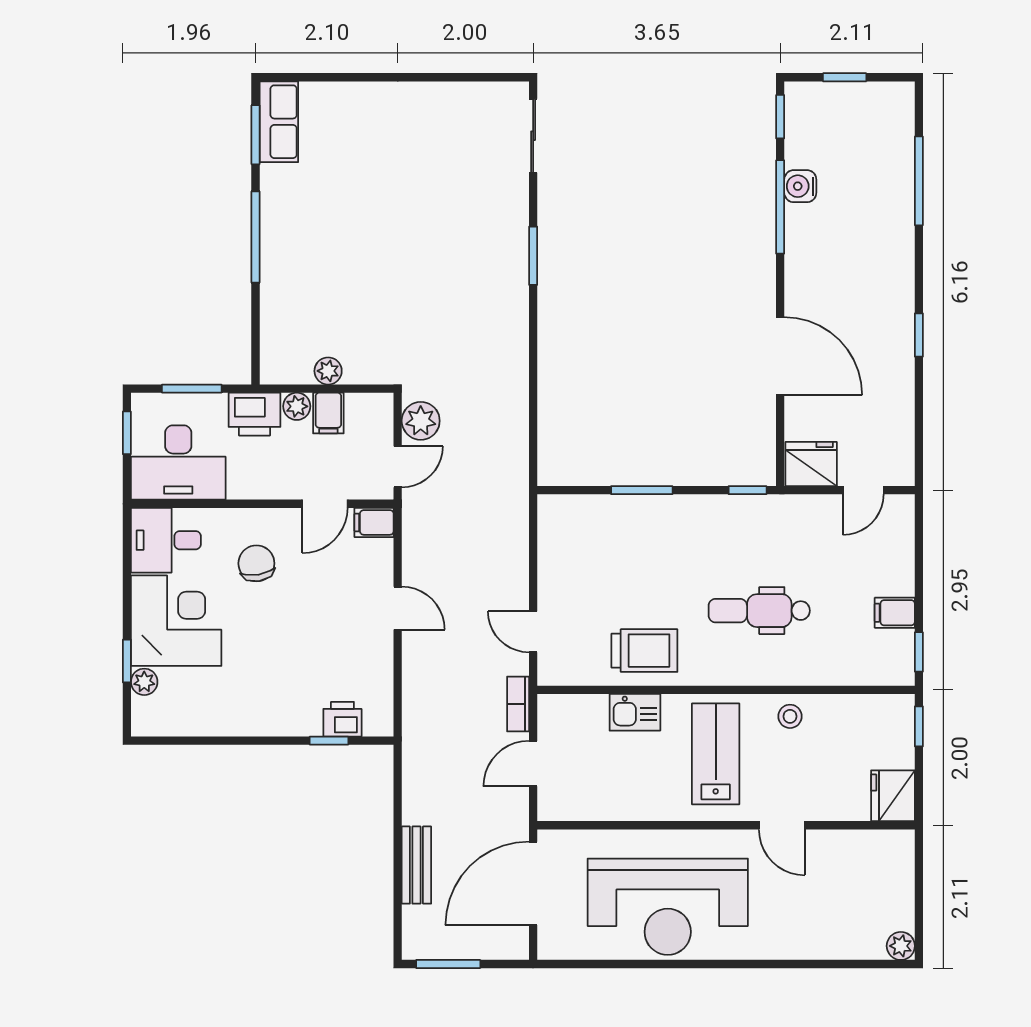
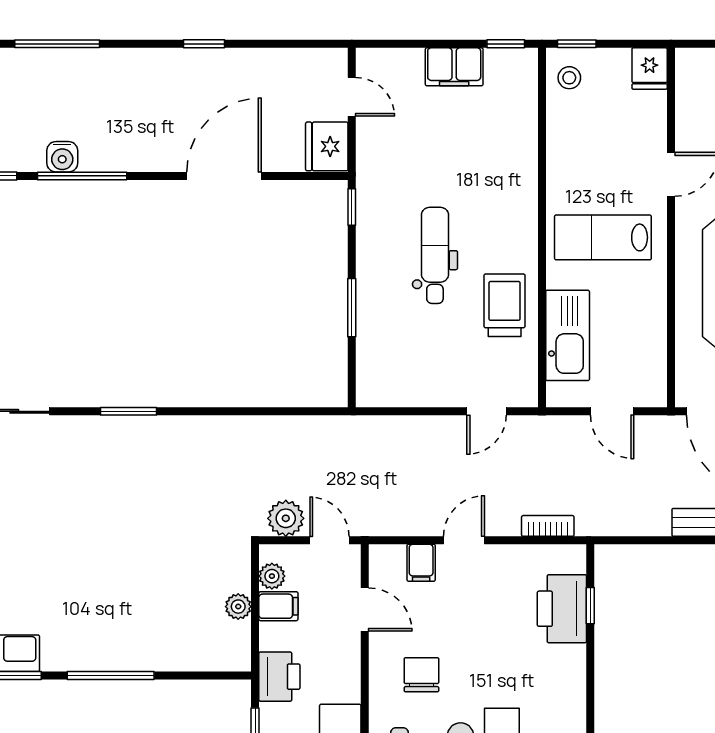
plant: (297, 406) -> (272, 576), moved
filing cabinet: (374, 522) -> (421, 563), moved
chair: (256, 563) -> (421, 675), turned 99
dental chair: (759, 611) -> (435, 255), moved, turned 180
filing cabinet: (895, 613) -> (454, 67), width x2.00
bookcase: (518, 704) -> (548, 526), moved, turned 180
kitchen sink: (635, 712) -> (568, 335), width x1.88, depth x1.24
stool: (790, 716) -> (569, 78), moved
printer: (342, 719) -> (562, 609), width x1.87, depth x1.48
fridge: (893, 796) -> (650, 69), width x0.72

